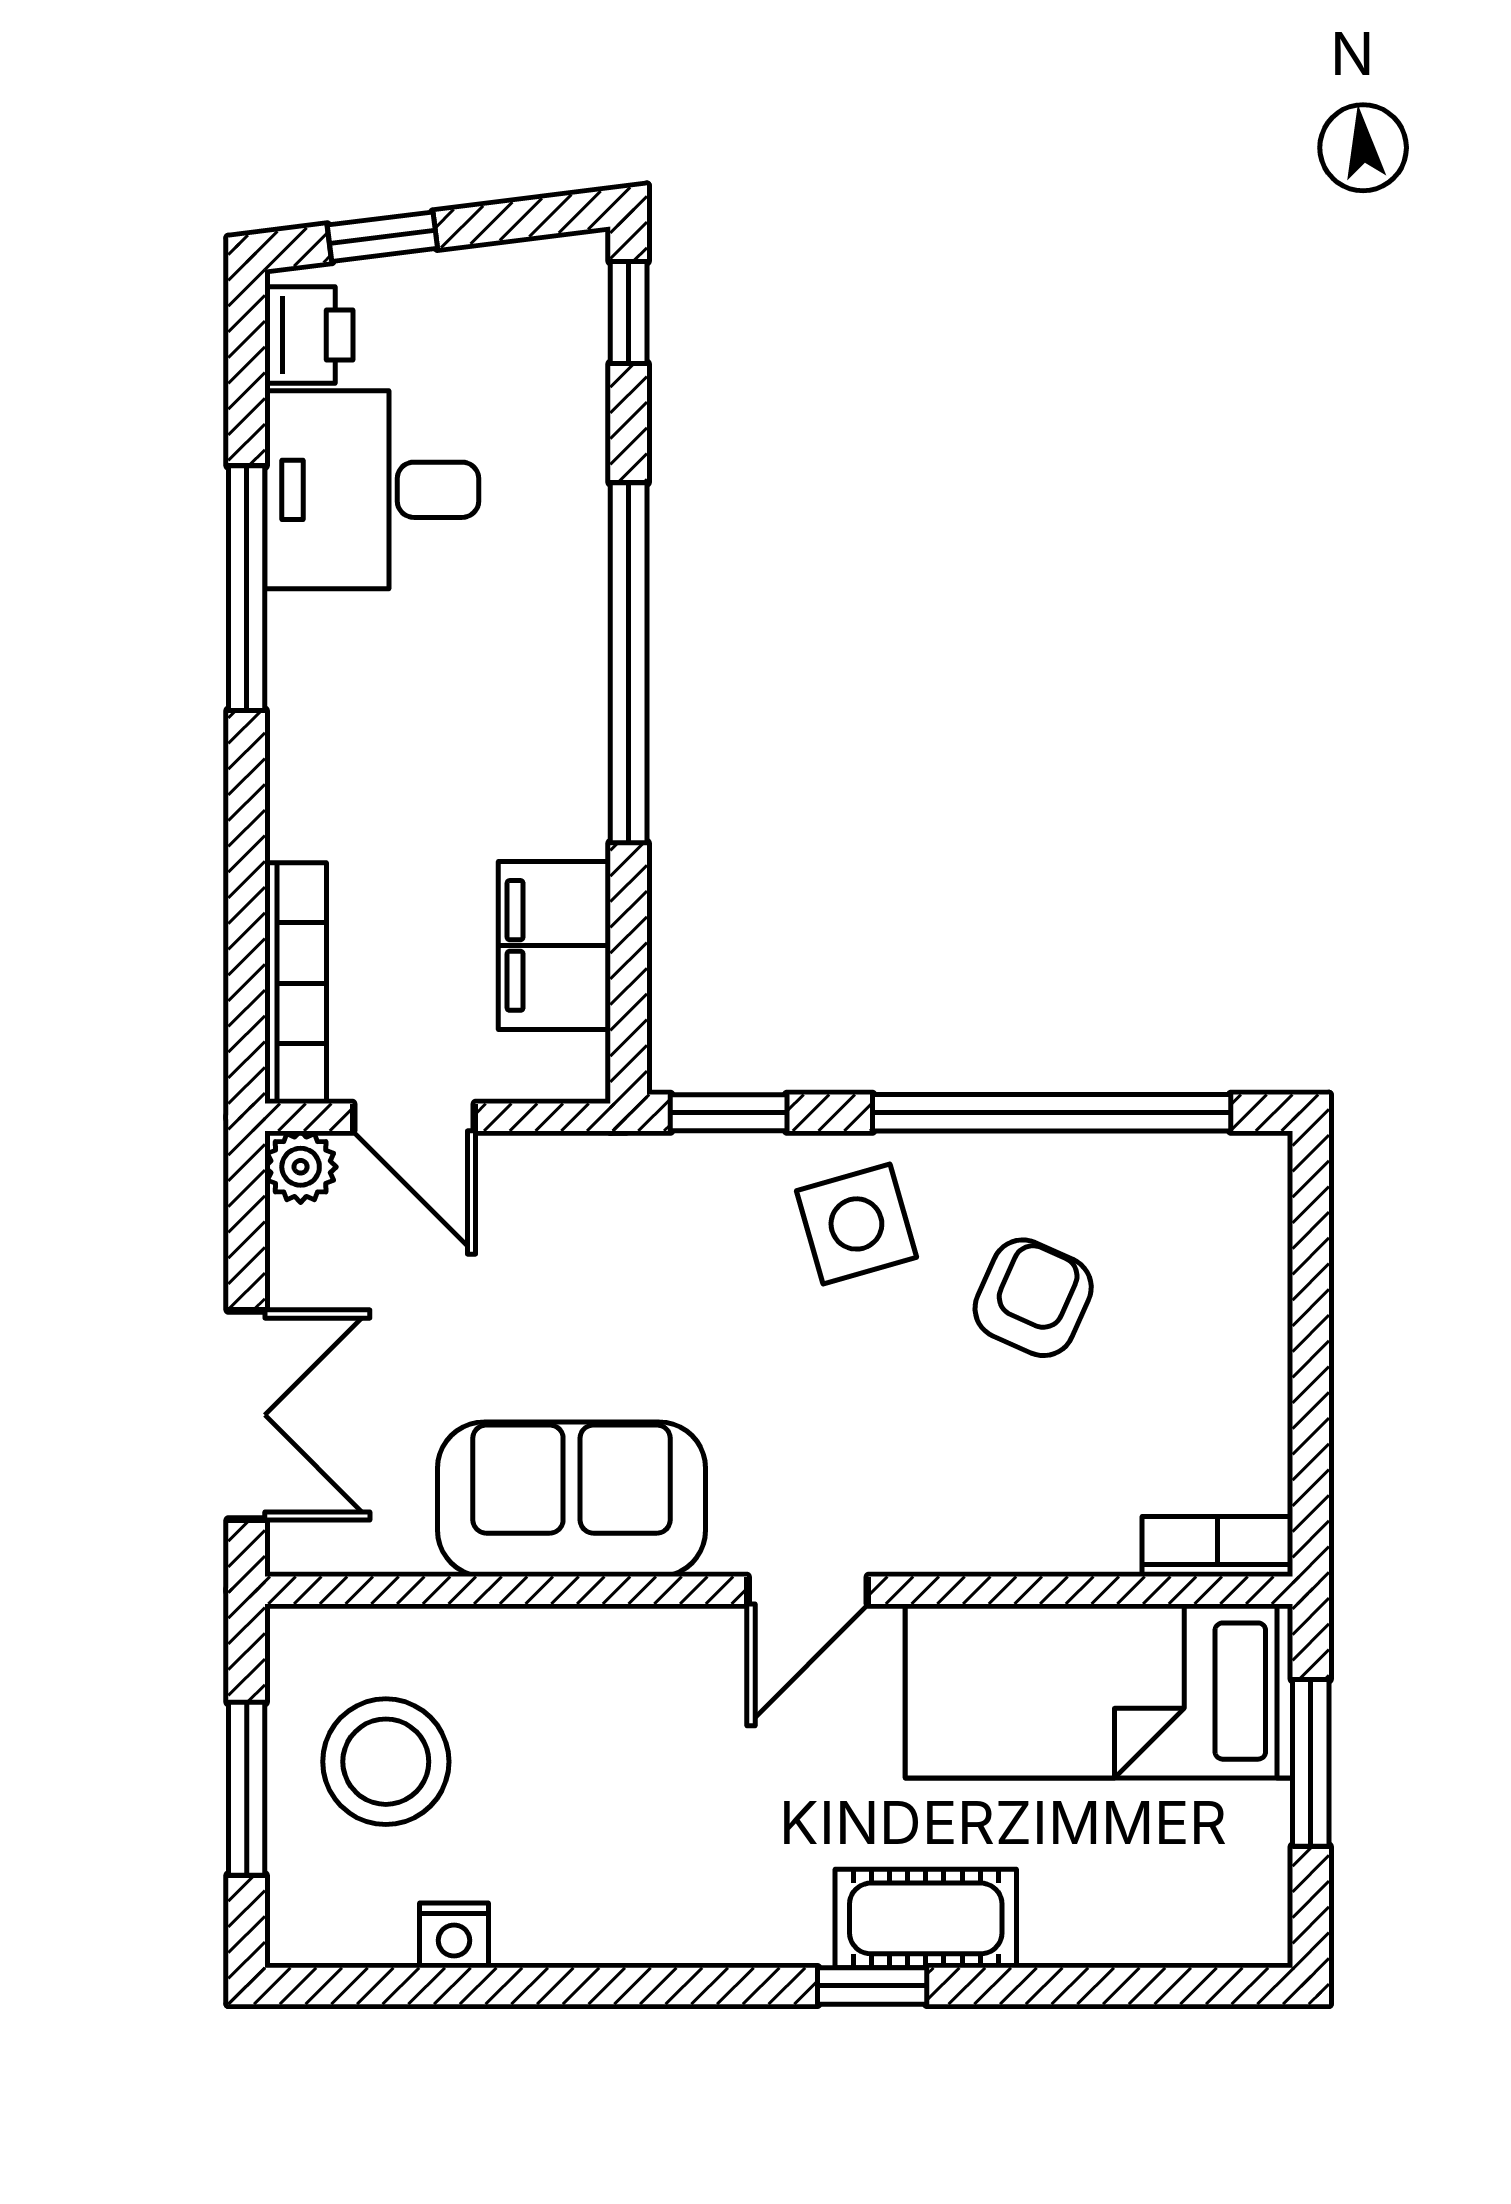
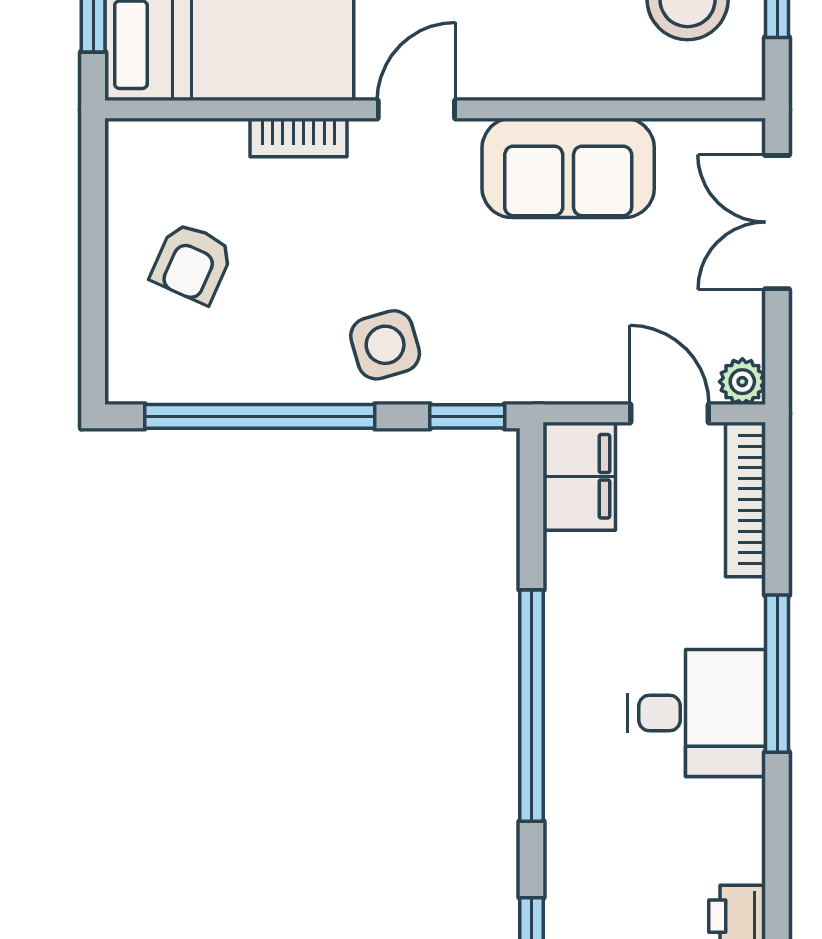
desk: (372, 490) -> (697, 713), moved
window: (247, 588) -> (777, 674), moved
filing cabinet: (554, 945) -> (579, 476), moved
armchair: (1033, 1298) -> (192, 263), moved
bookcase: (1217, 1547) -> (298, 138), moved

